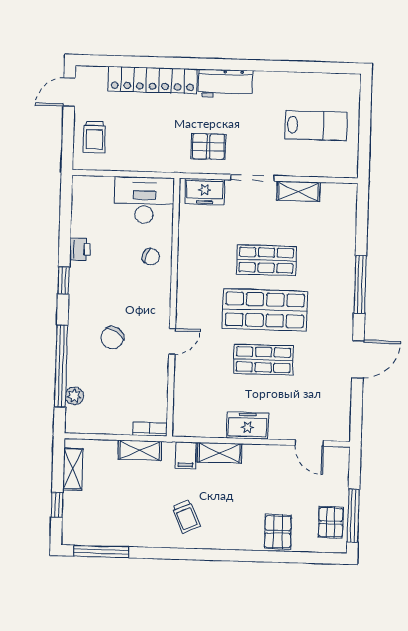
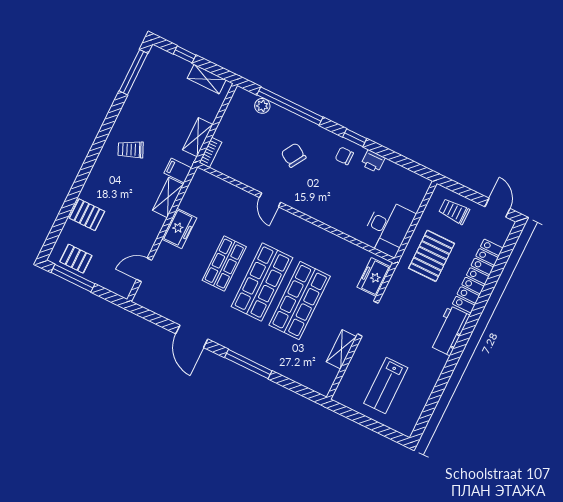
pallet: (208, 147) -> (432, 256), moved, width x1.50, depth x1.42
chair: (151, 257) -> (344, 156), moved, turned 68
shop shelf: (266, 260) -> (300, 301), width x1.43, depth x1.36

